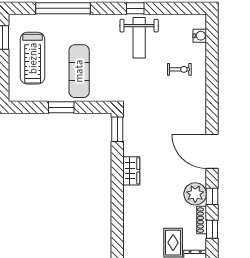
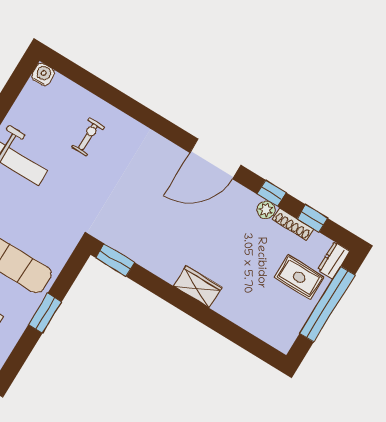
water cooler: (200, 36) -> (43, 74), moved
wardrobe: (131, 171) -> (198, 287), moved
plant: (195, 194) -> (266, 210), width x0.53, depth x0.53

